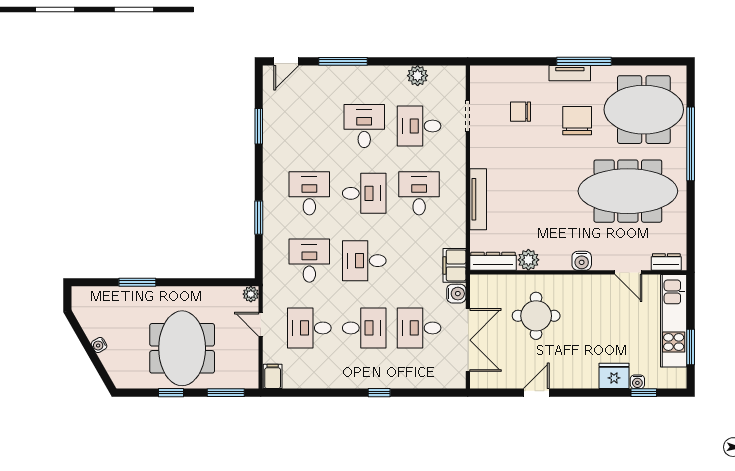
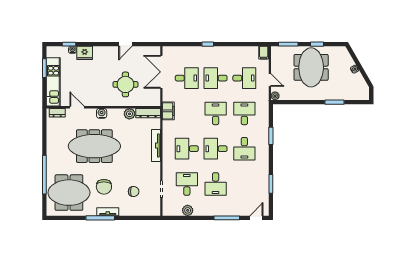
desk: (419, 126) -> (187, 184), turned -90
meeting table: (628, 191) -> (94, 146), moved
desk: (419, 193) -> (187, 149), turned 90
desk: (309, 261) -> (244, 113), turned 180
desk: (364, 261) -> (216, 113), turned -90
water cooler: (456, 294) -> (167, 96), removed

